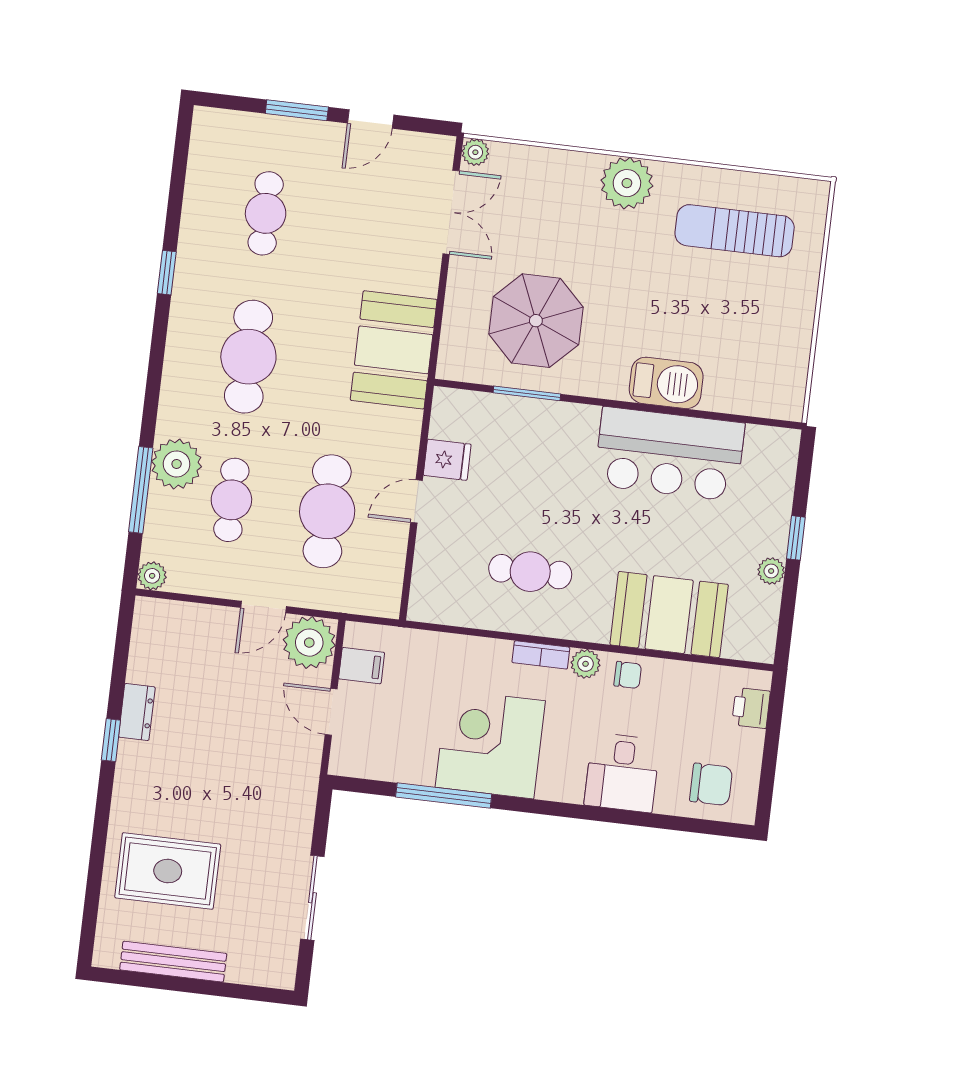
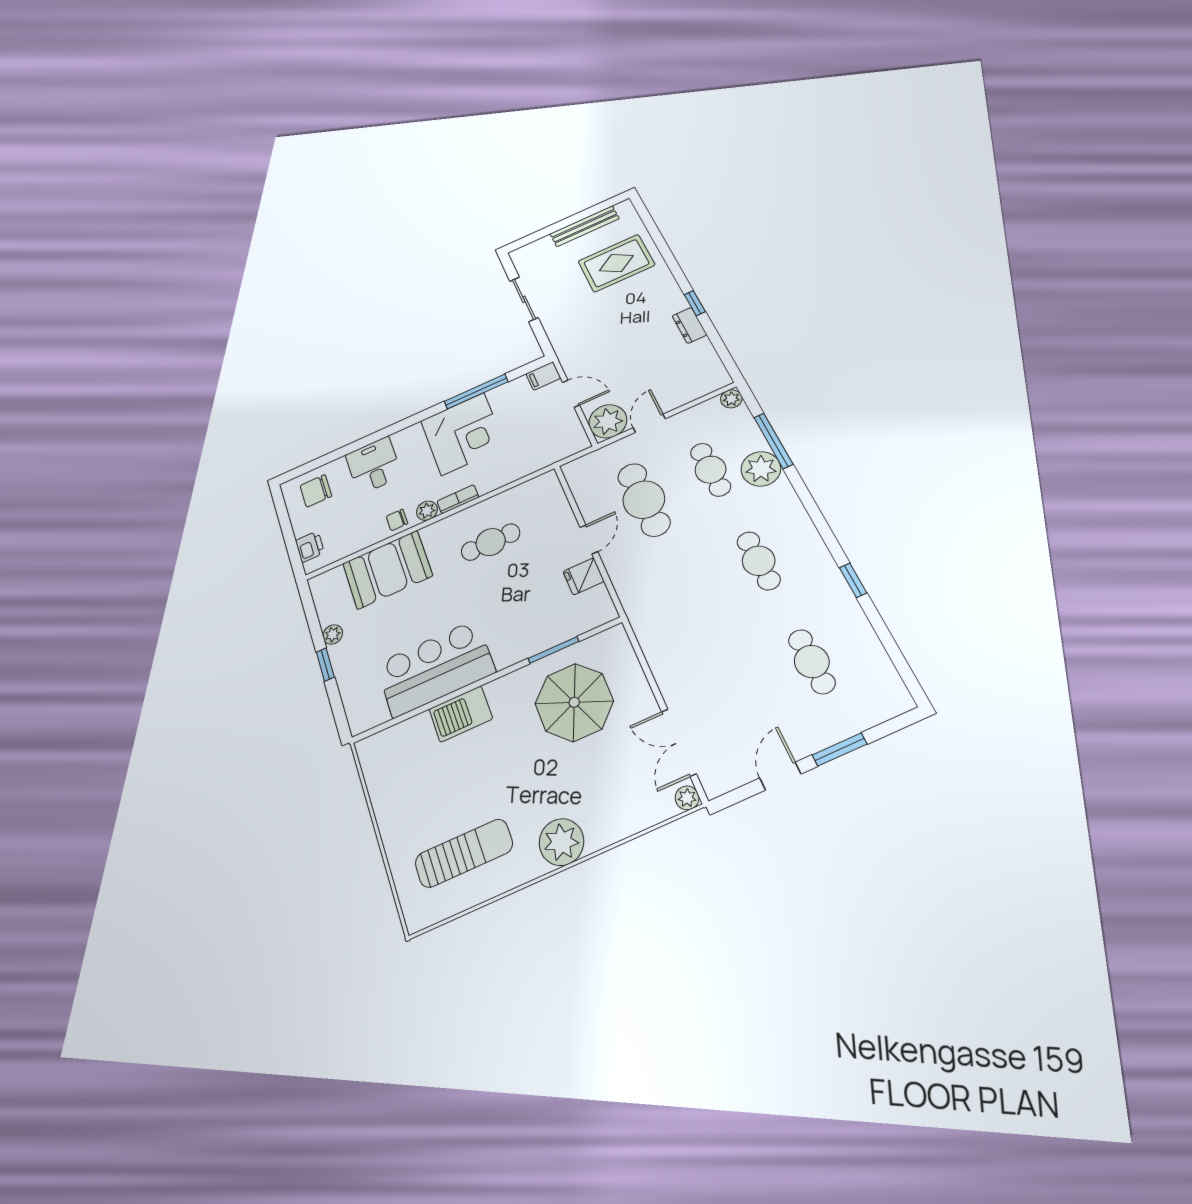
booth: (394, 350) -> (662, 624), removed
cafe table: (248, 357) -> (759, 561), width x0.73, depth x0.74
filing cabinet: (362, 666) -> (543, 376), moved

